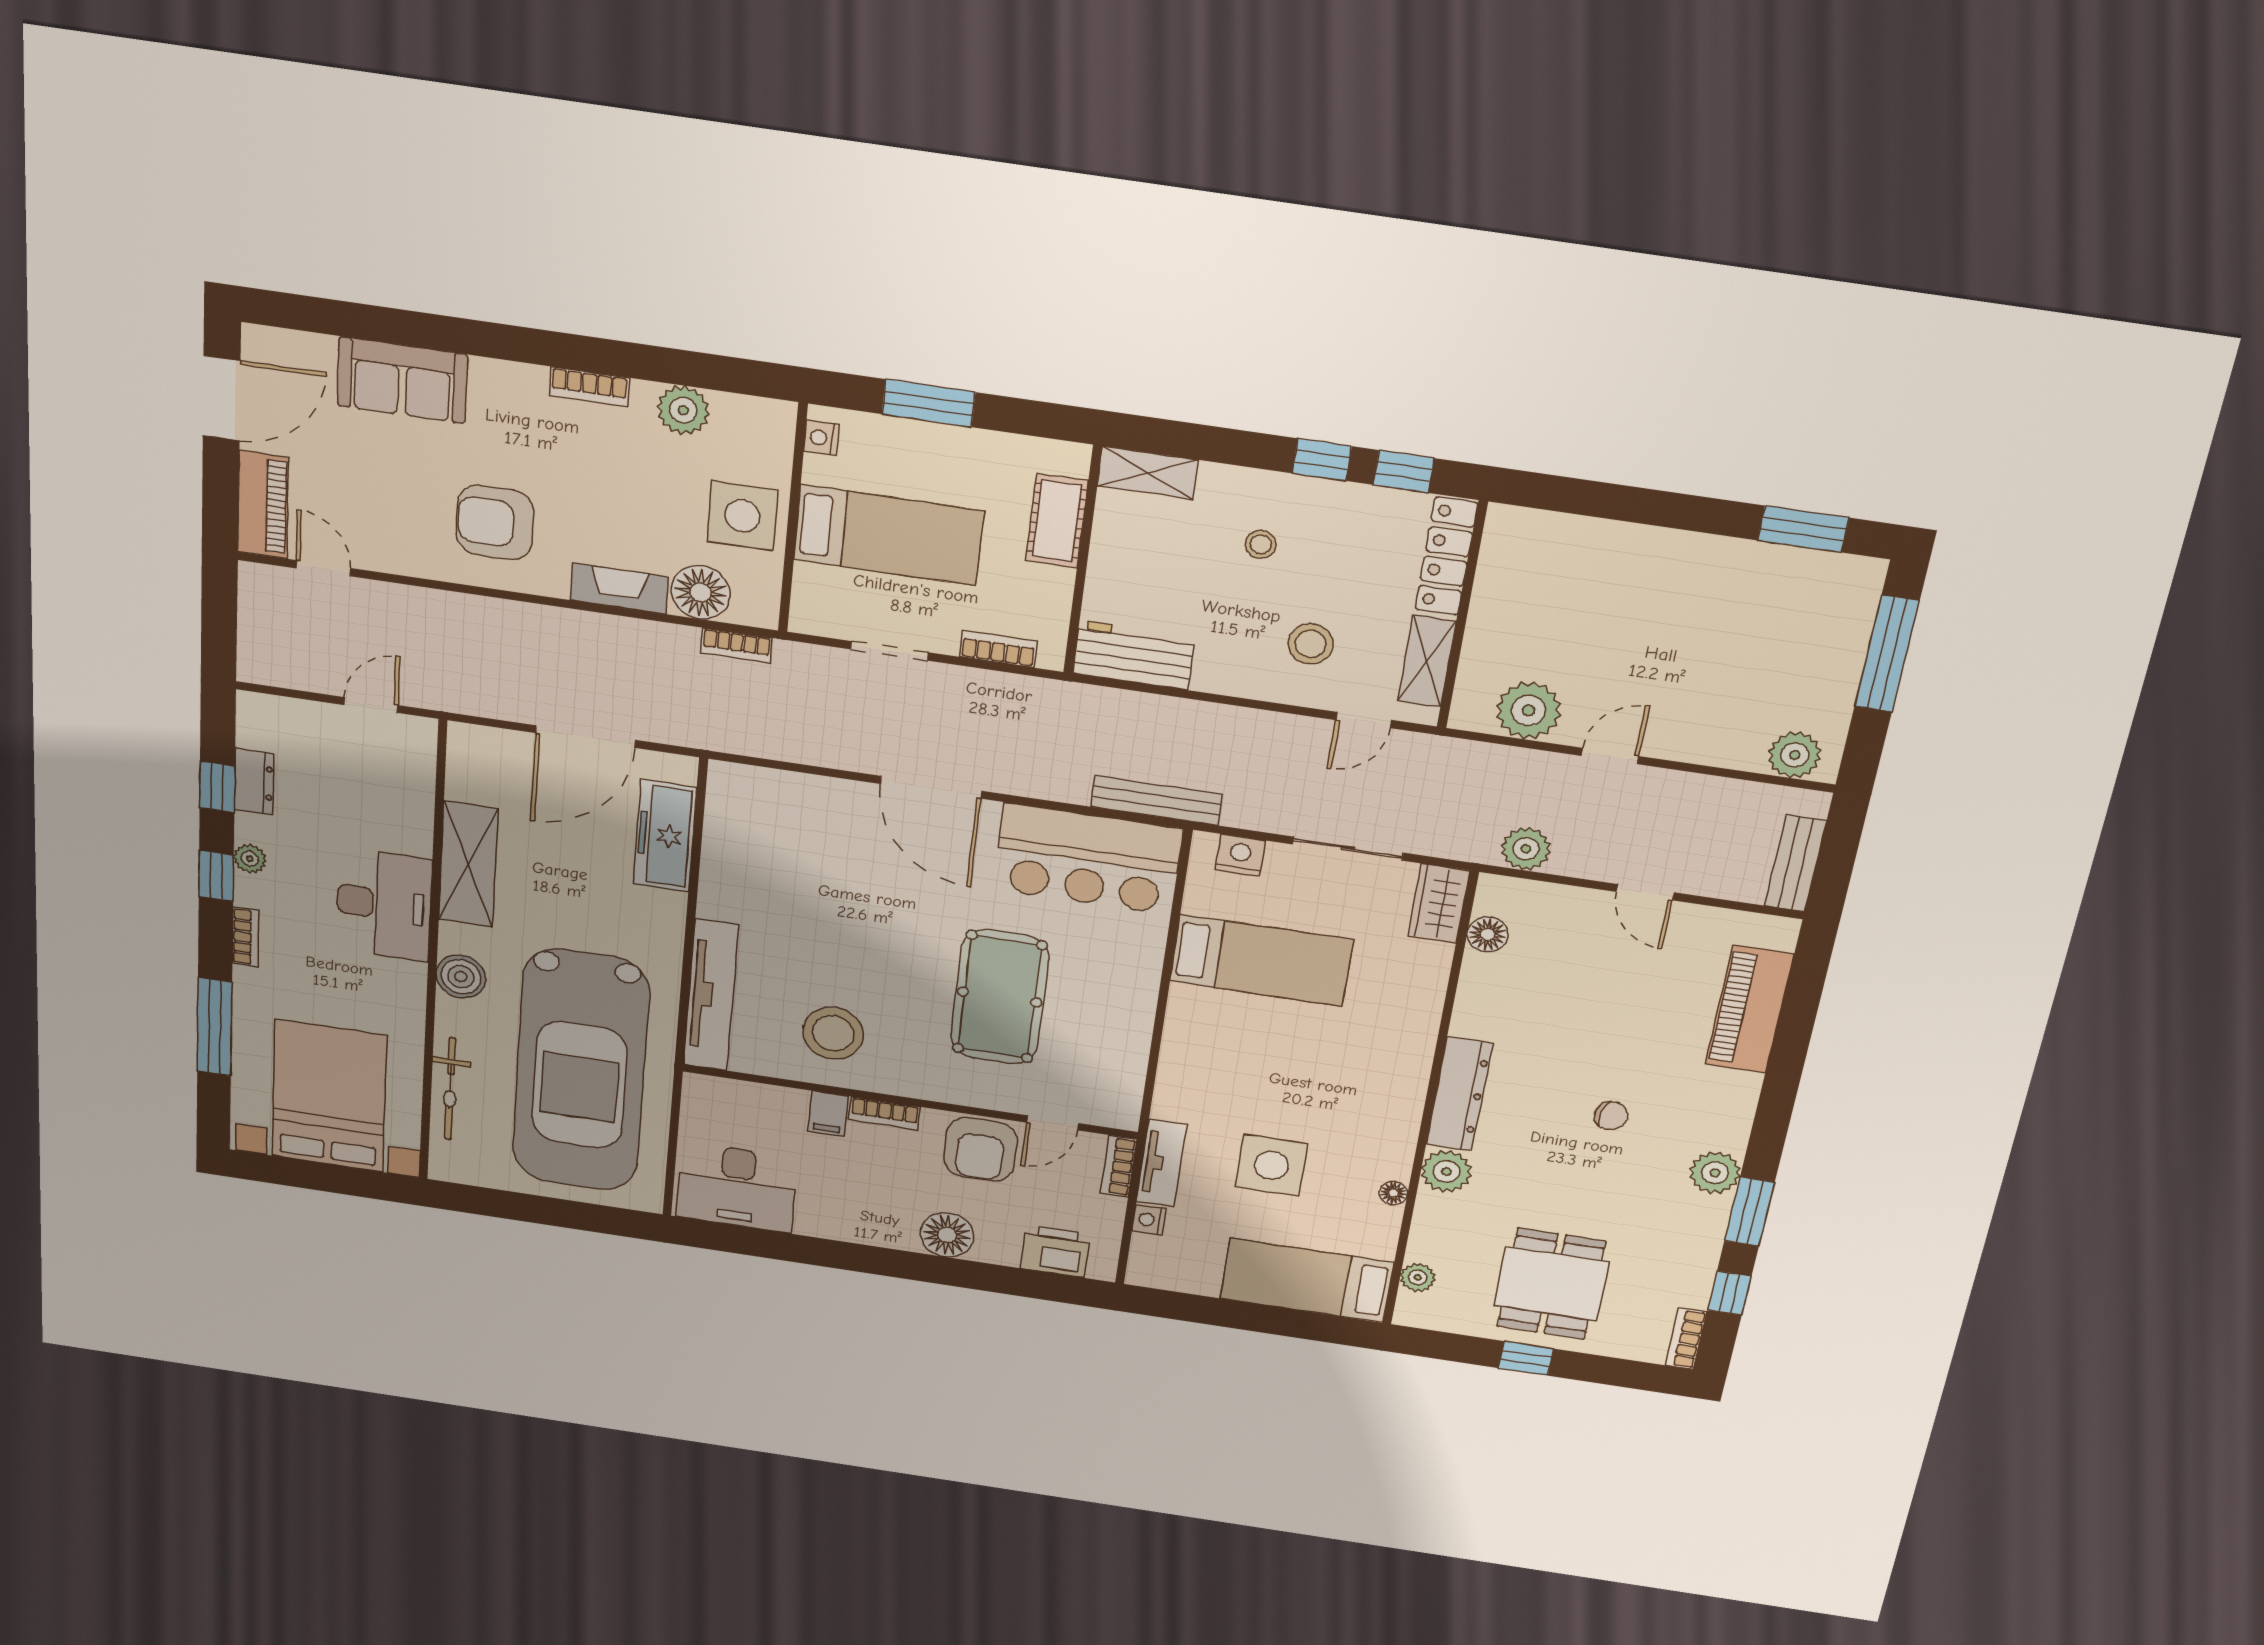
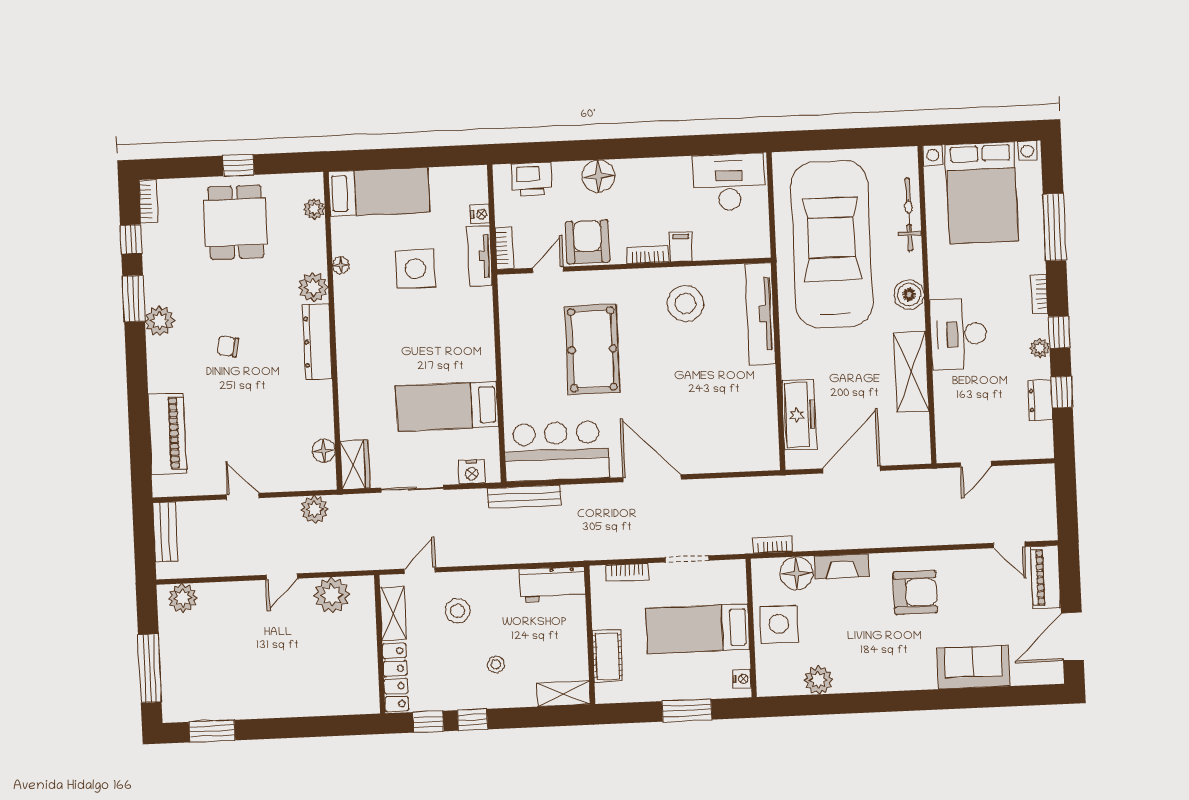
bookcase: (589, 387) -> (871, 683), removed

